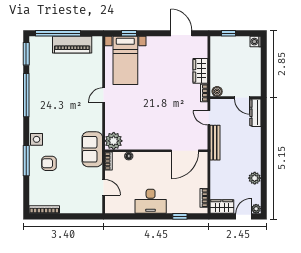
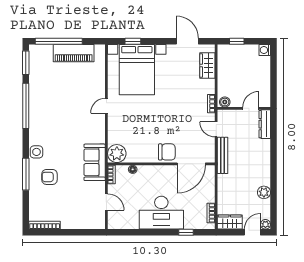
bed with nightstands: (125, 60) -> (137, 70), width x1.36
wardrobe: (200, 71) -> (207, 66), moved
door: (242, 98) -> (251, 108), swing flipped
chair: (162, 139) -> (167, 152), added
desk: (151, 201) -> (161, 213), width x1.36, depth x1.30

